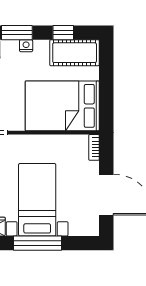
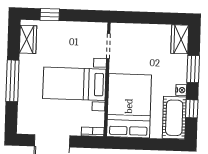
nightstand: (26, 46) -> (181, 90), moved
bed with nightstands: (37, 200) -> (74, 84), moved, turned 180

